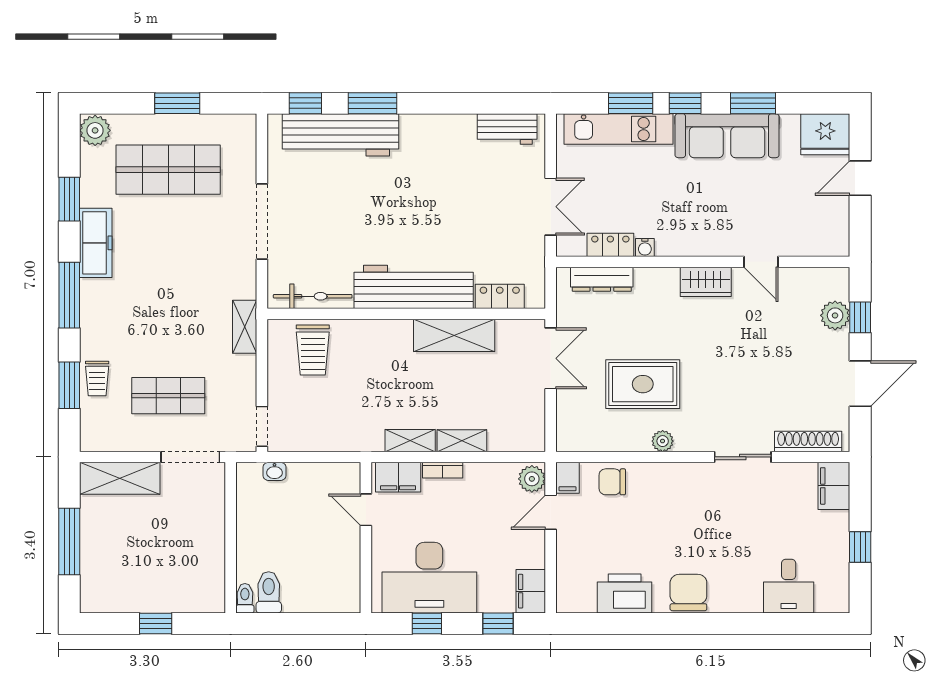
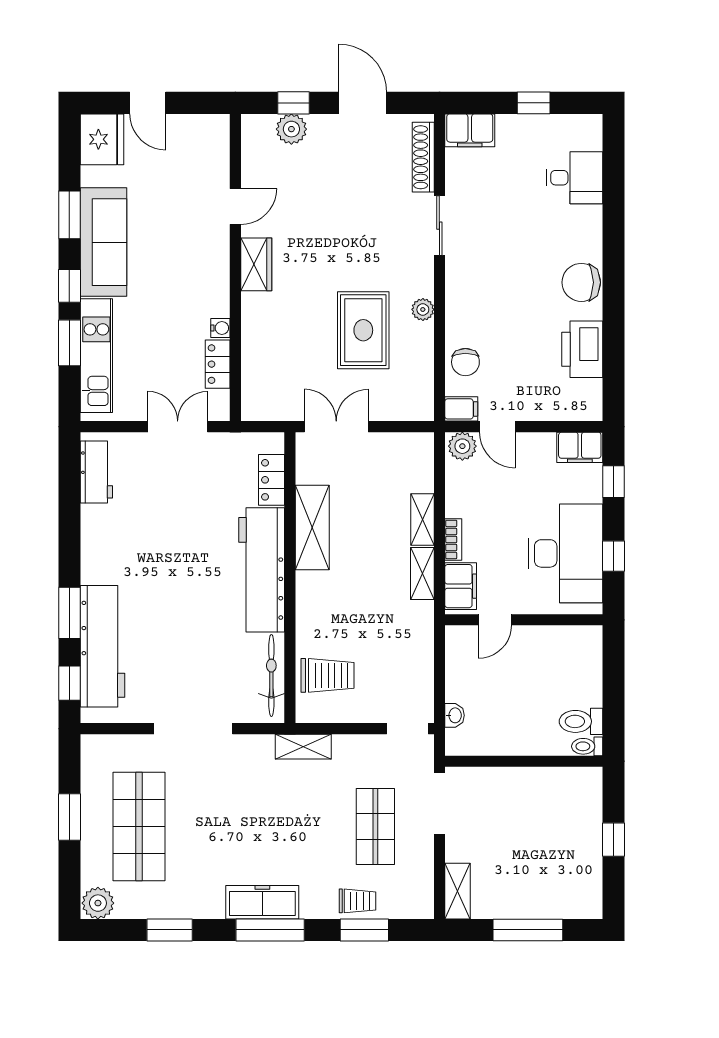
freezer: (96, 243) -> (262, 902), moved
dresser: (602, 279) -> (254, 373), removed
shelving: (120, 478) -> (457, 891), width x0.67, depth x0.75

